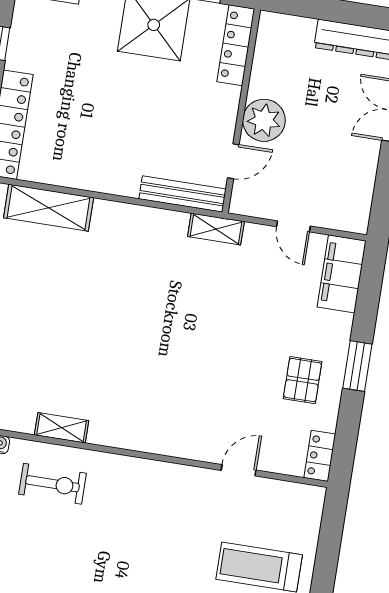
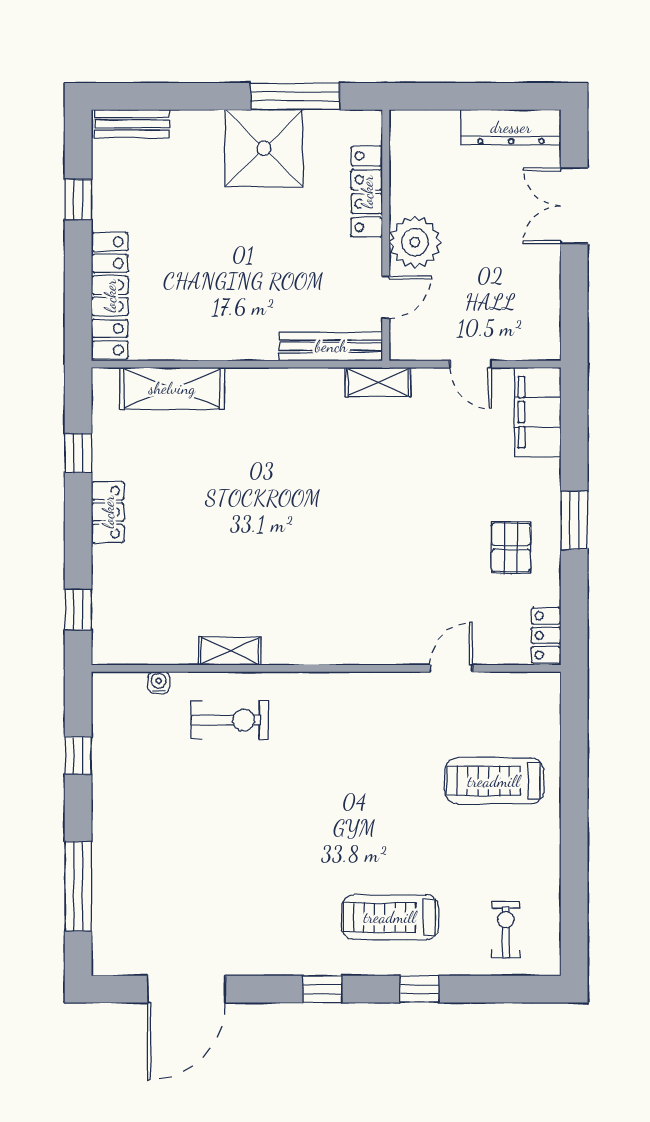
locker: (236, 45) -> (367, 192), moved

